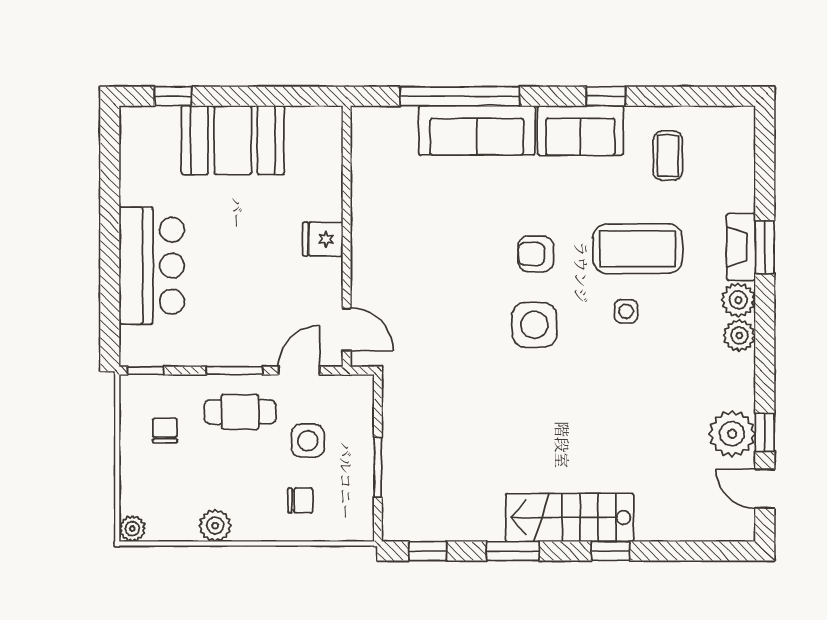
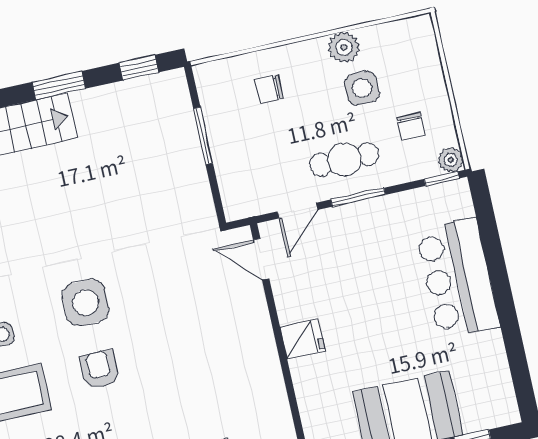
armchair: (536, 254) -> (99, 370), turned -90
side table: (308, 441) -> (362, 88), moved
plant: (132, 529) -> (451, 160), moved

